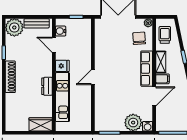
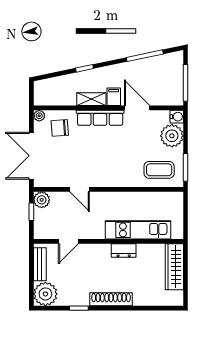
plant: (85, 25) -> (42, 200), added
water cooler: (61, 31) -> (50, 232), removed
trolley: (165, 35) -> (55, 94), removed
fridge: (62, 66) -> (97, 230), removed
door: (93, 77) -> (80, 189), moved
coffee table: (108, 113) -> (159, 170), added
wardrobe: (41, 124) -> (174, 267), width x1.50

